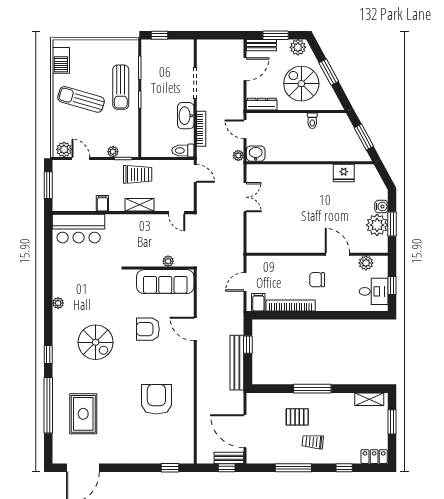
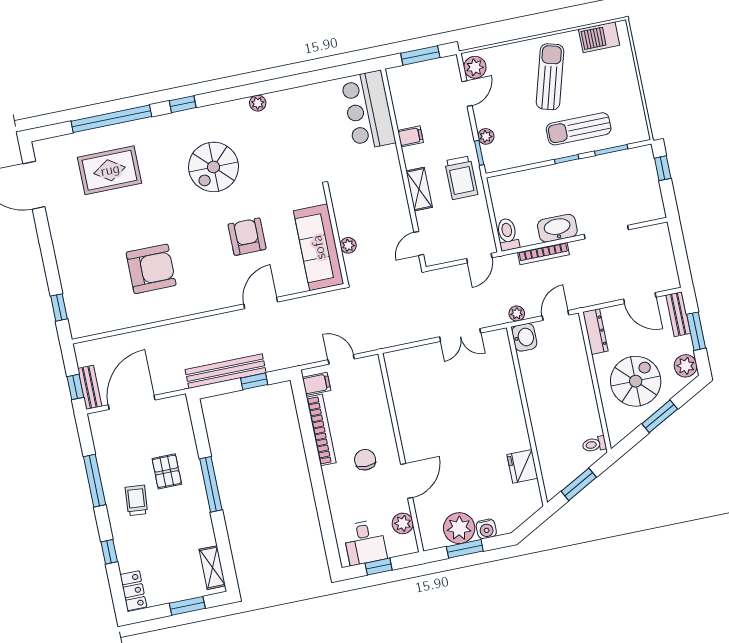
toilet: (312, 121) -> (594, 444), moved

